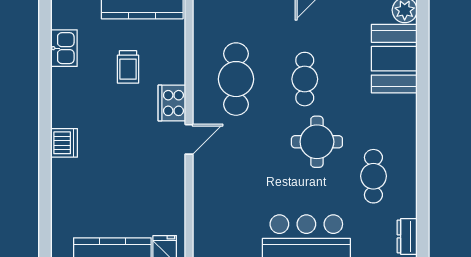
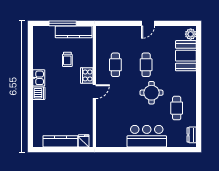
kitchen sink: (64, 48) -> (39, 78), moved
cafe table: (236, 79) -> (115, 65), width x0.73, depth x0.74

